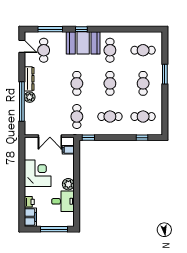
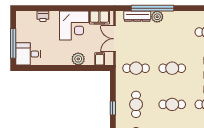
dresser: (29, 79) -> (137, 16), moved
window: (88, 138) -> (113, 108), moved
plant: (68, 184) -> (78, 59), moved
desk: (63, 201) -> (28, 54), moved, turned 90
filing cabinet: (30, 217) -> (99, 18), moved

